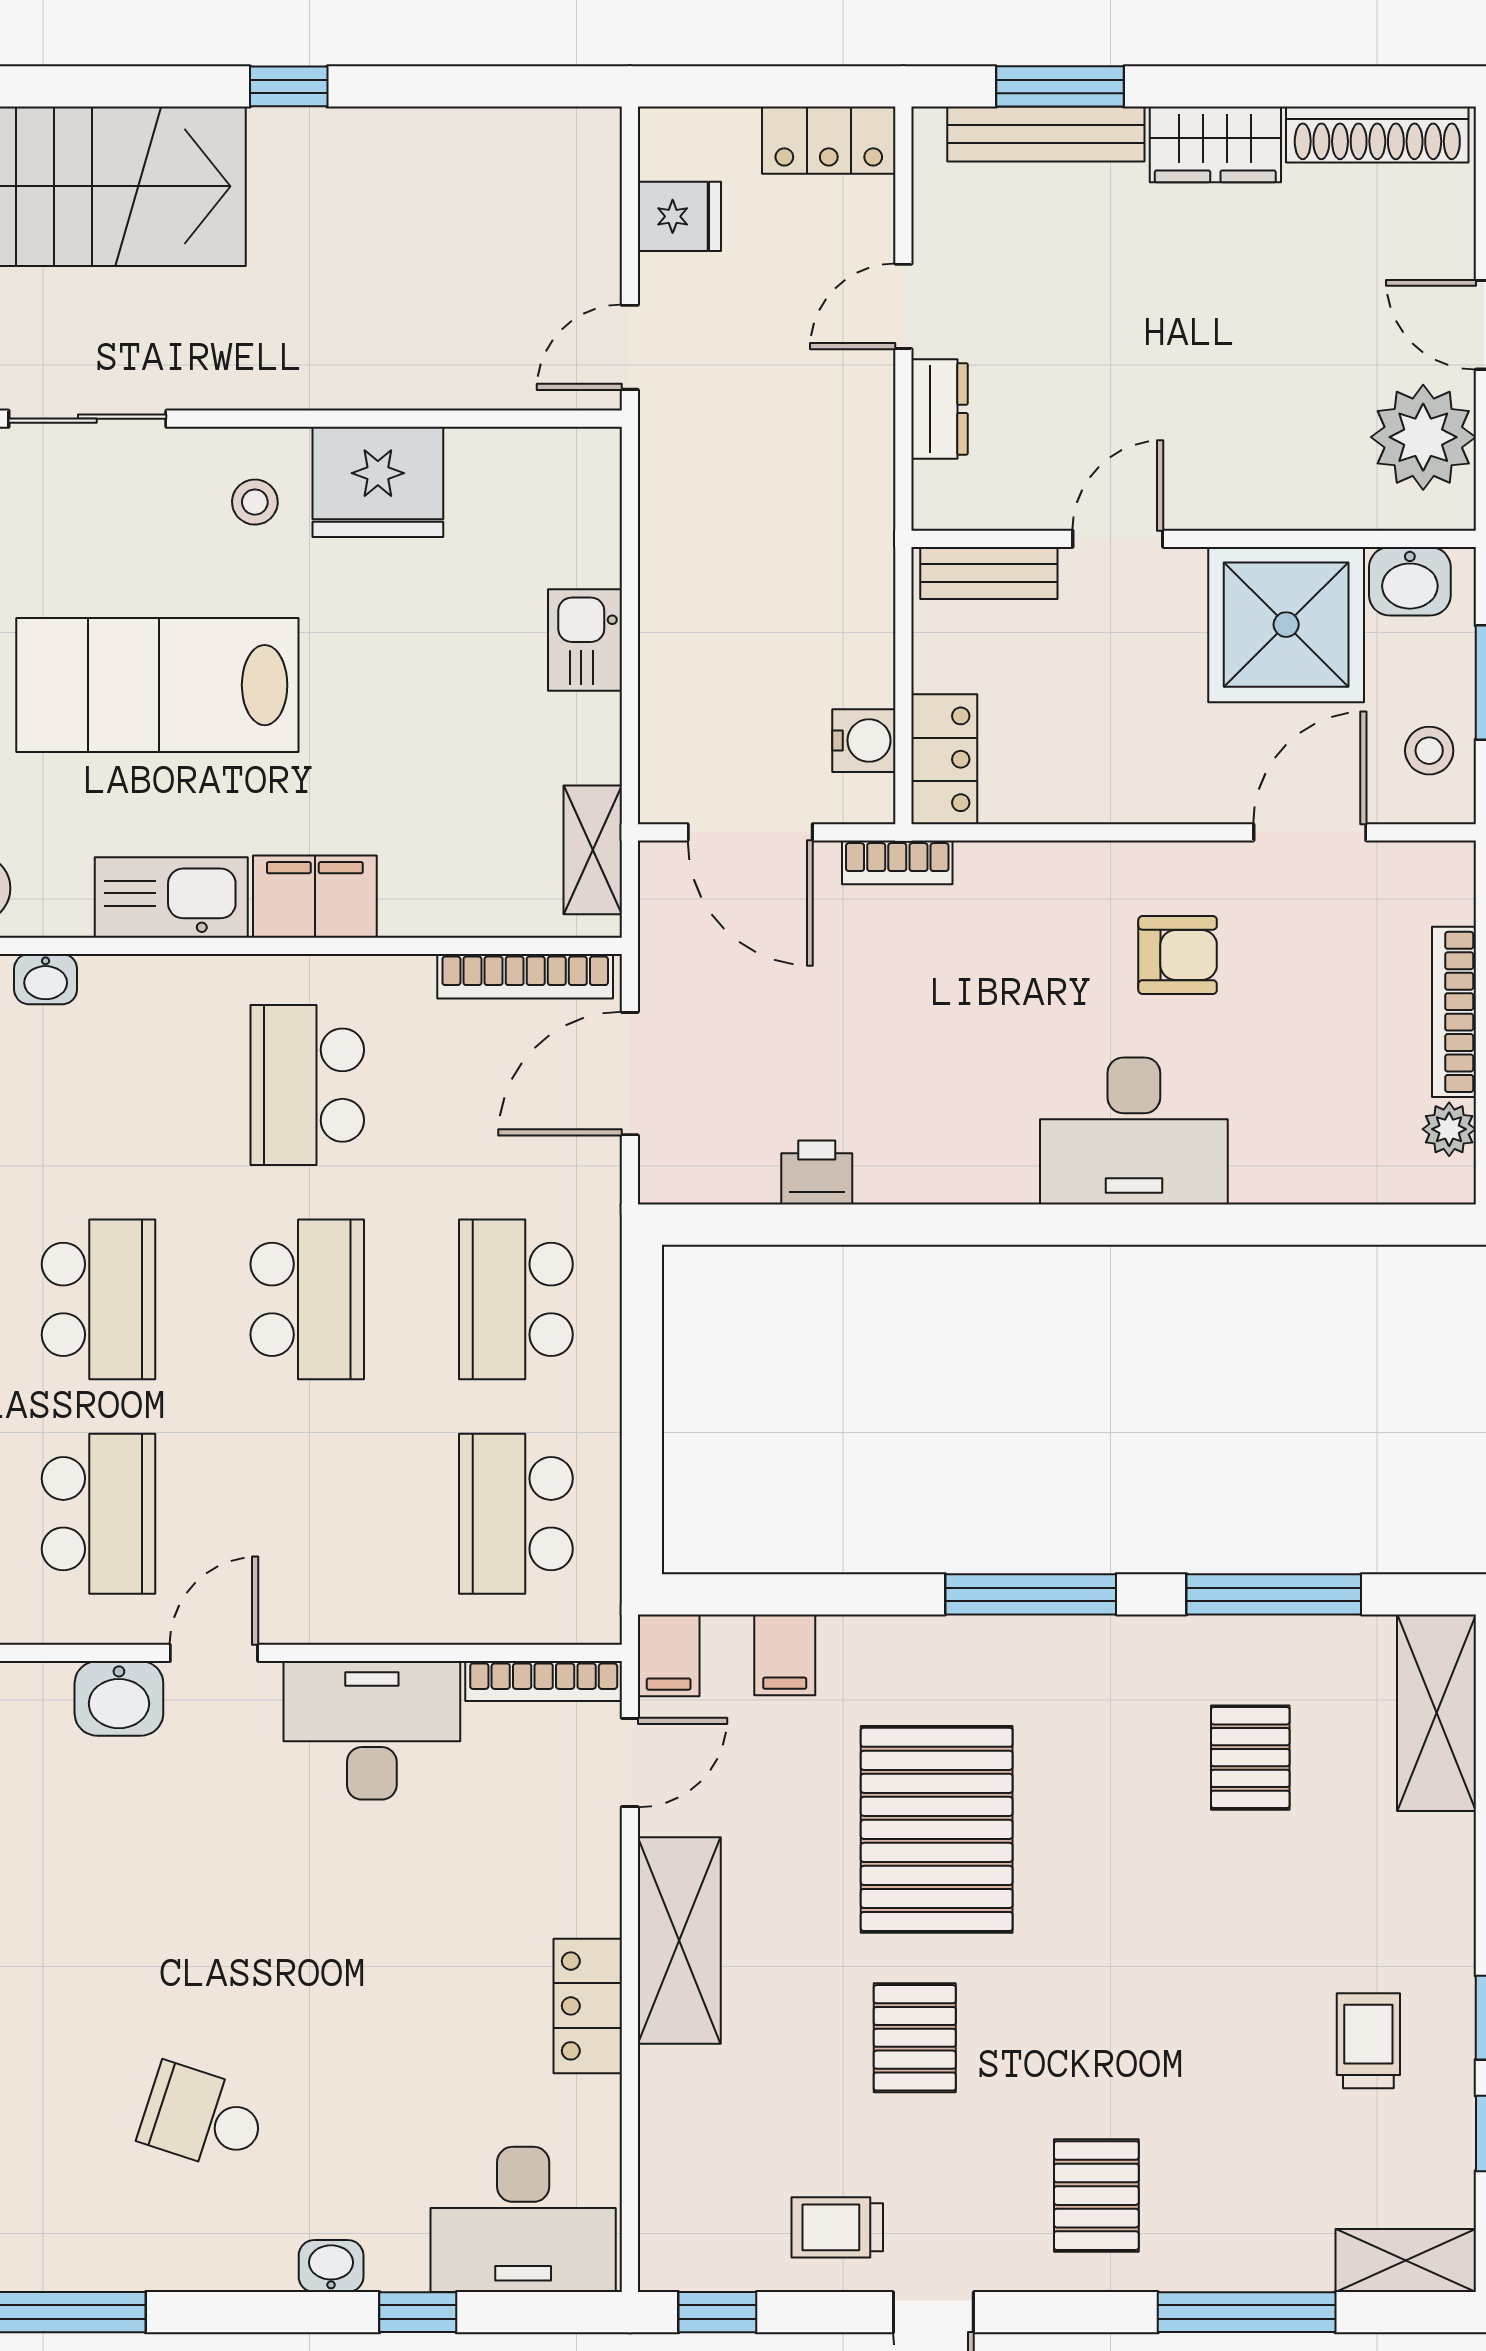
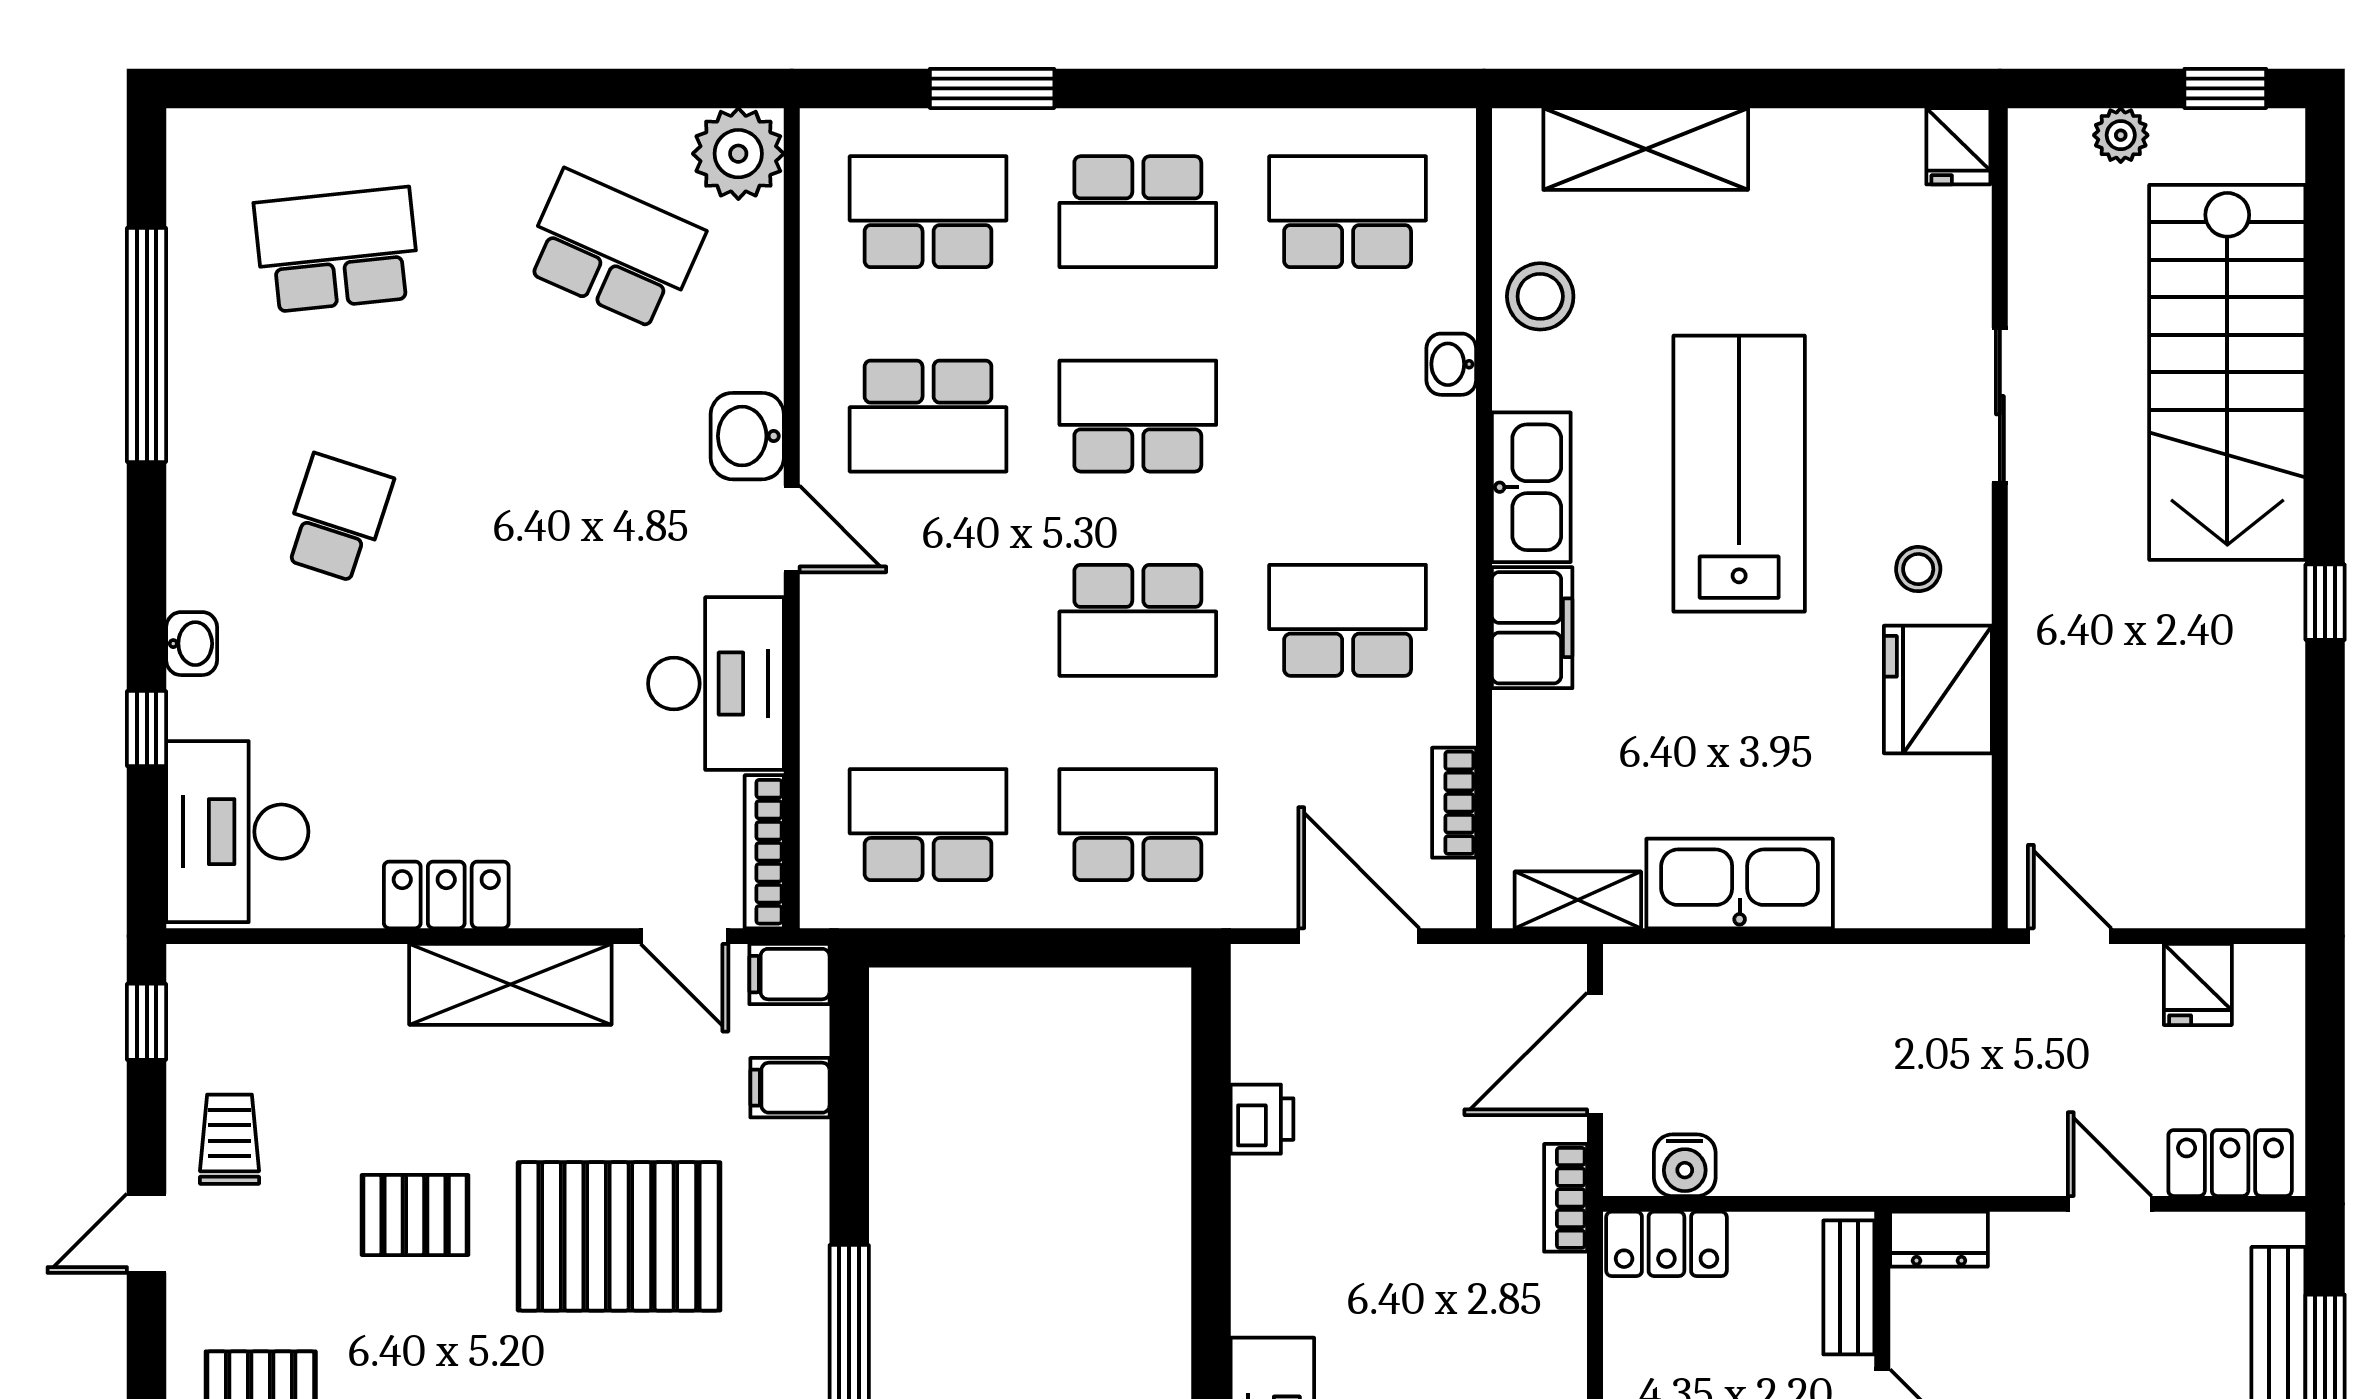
locker: (829, 140) -> (2230, 1163), moved, turned 90
dresser: (939, 409) -> (1939, 1239), moved
kitchen sink: (585, 640) -> (1740, 883), width x1.87, depth x1.24
bookcase: (525, 976) -> (1454, 803), width x0.64
school desk: (98, 1299) -> (1138, 416), turned 180

